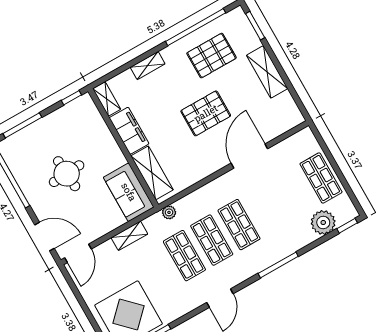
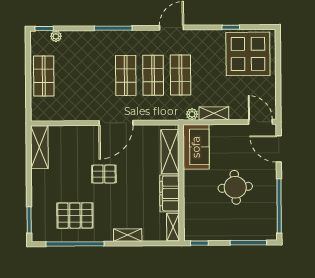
shelving: (267, 72) -> (39, 147), moved
pallet: (206, 113) -> (104, 174), width x0.67, depth x0.71
door: (249, 156) -> (116, 123), moved
plant: (169, 212) -> (192, 114), moved
plant: (323, 222) -> (56, 36), width x0.53, depth x0.53
door: (78, 253) -> (260, 122), hinge flipped

